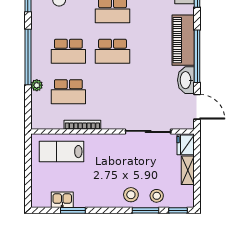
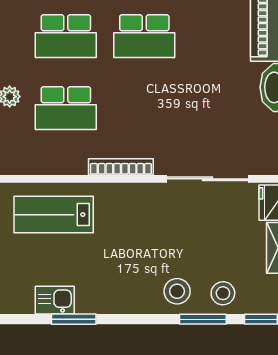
bookcase: (82, 125) -> (121, 167), moved

